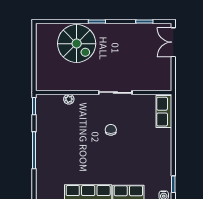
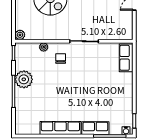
plant: (41, 85) -> (20, 35), added
chair: (111, 130) -> (61, 58), moved
plant: (46, 136) -> (24, 79), added

